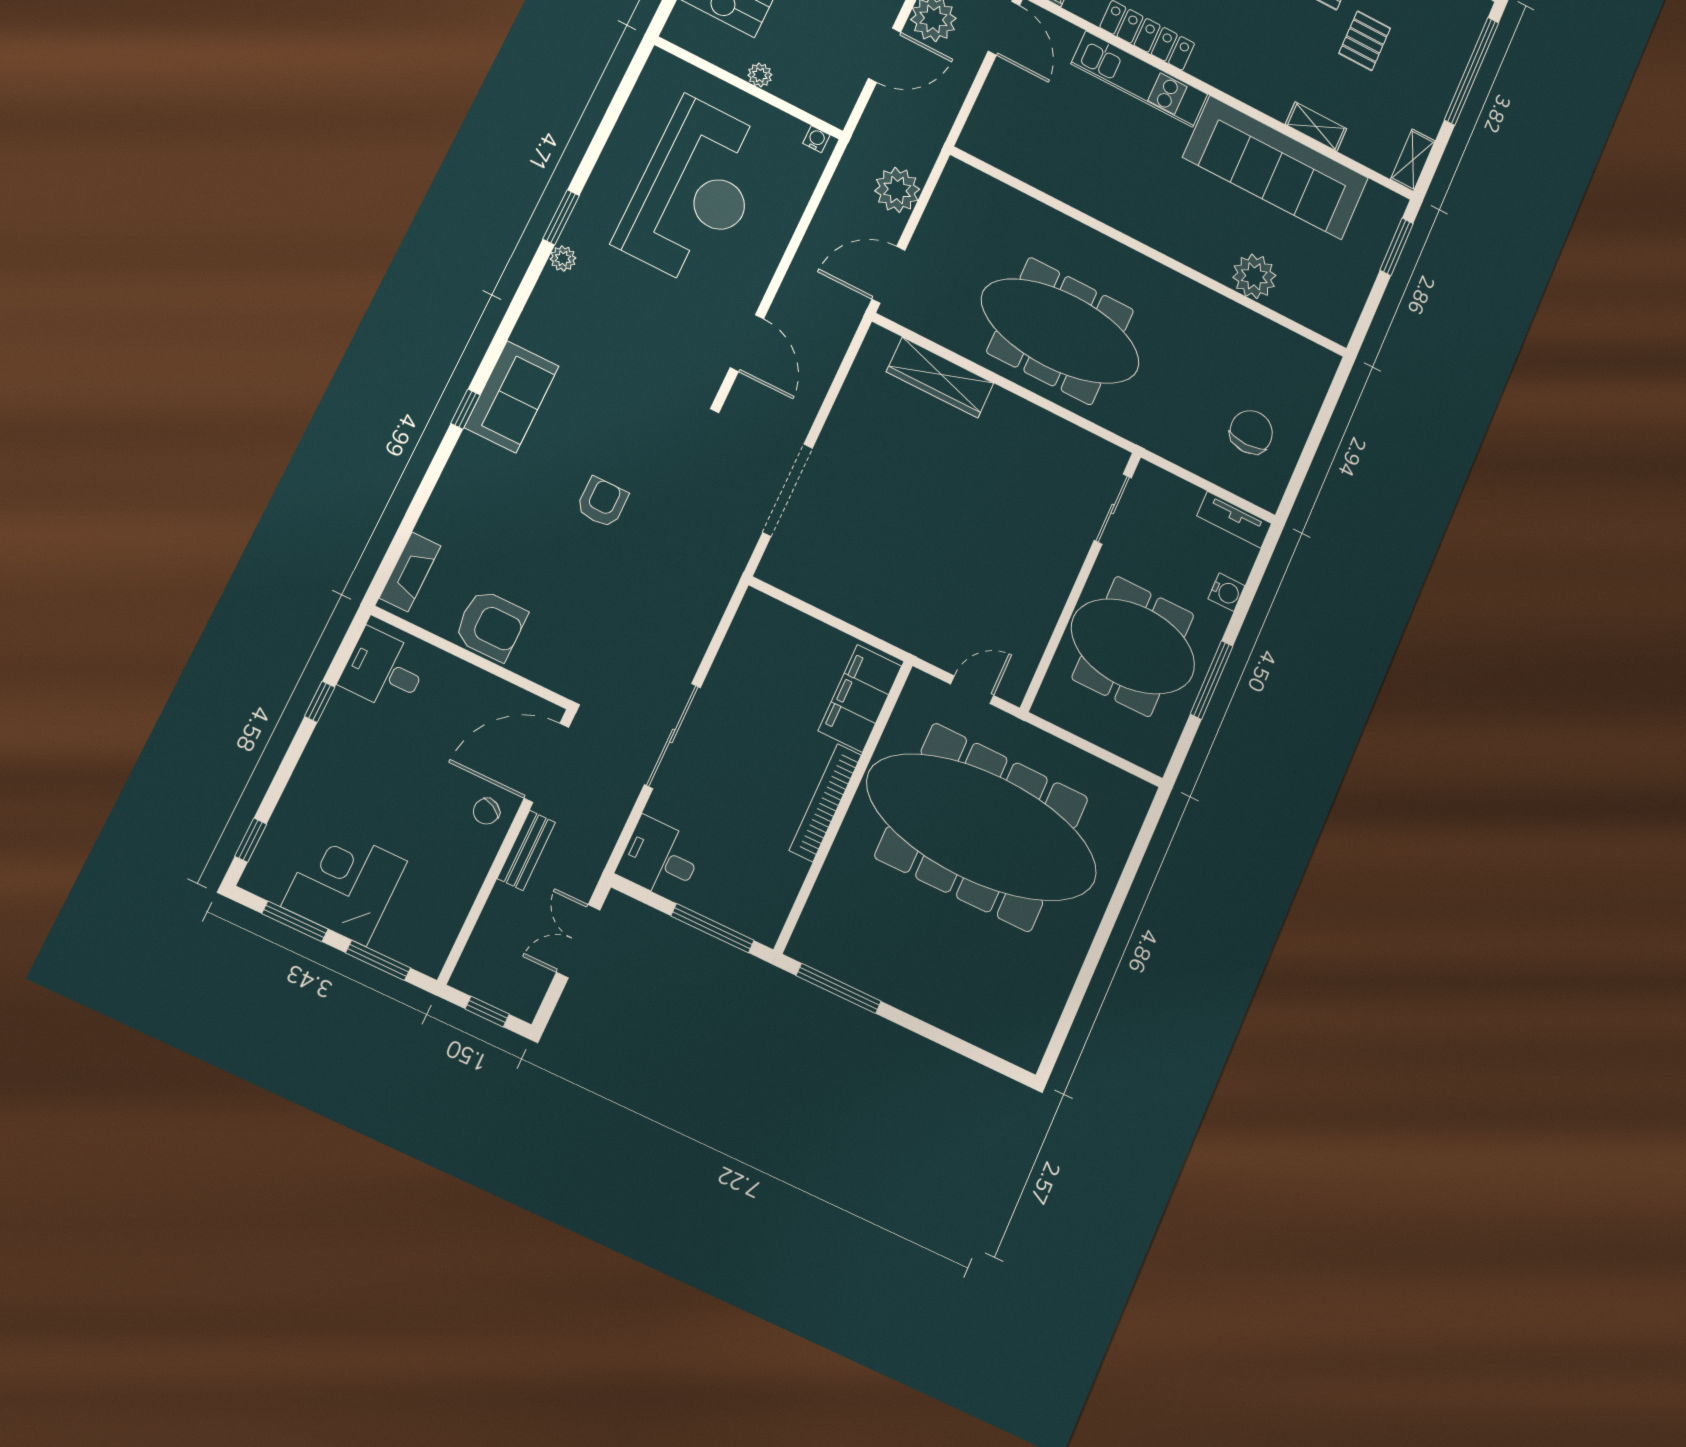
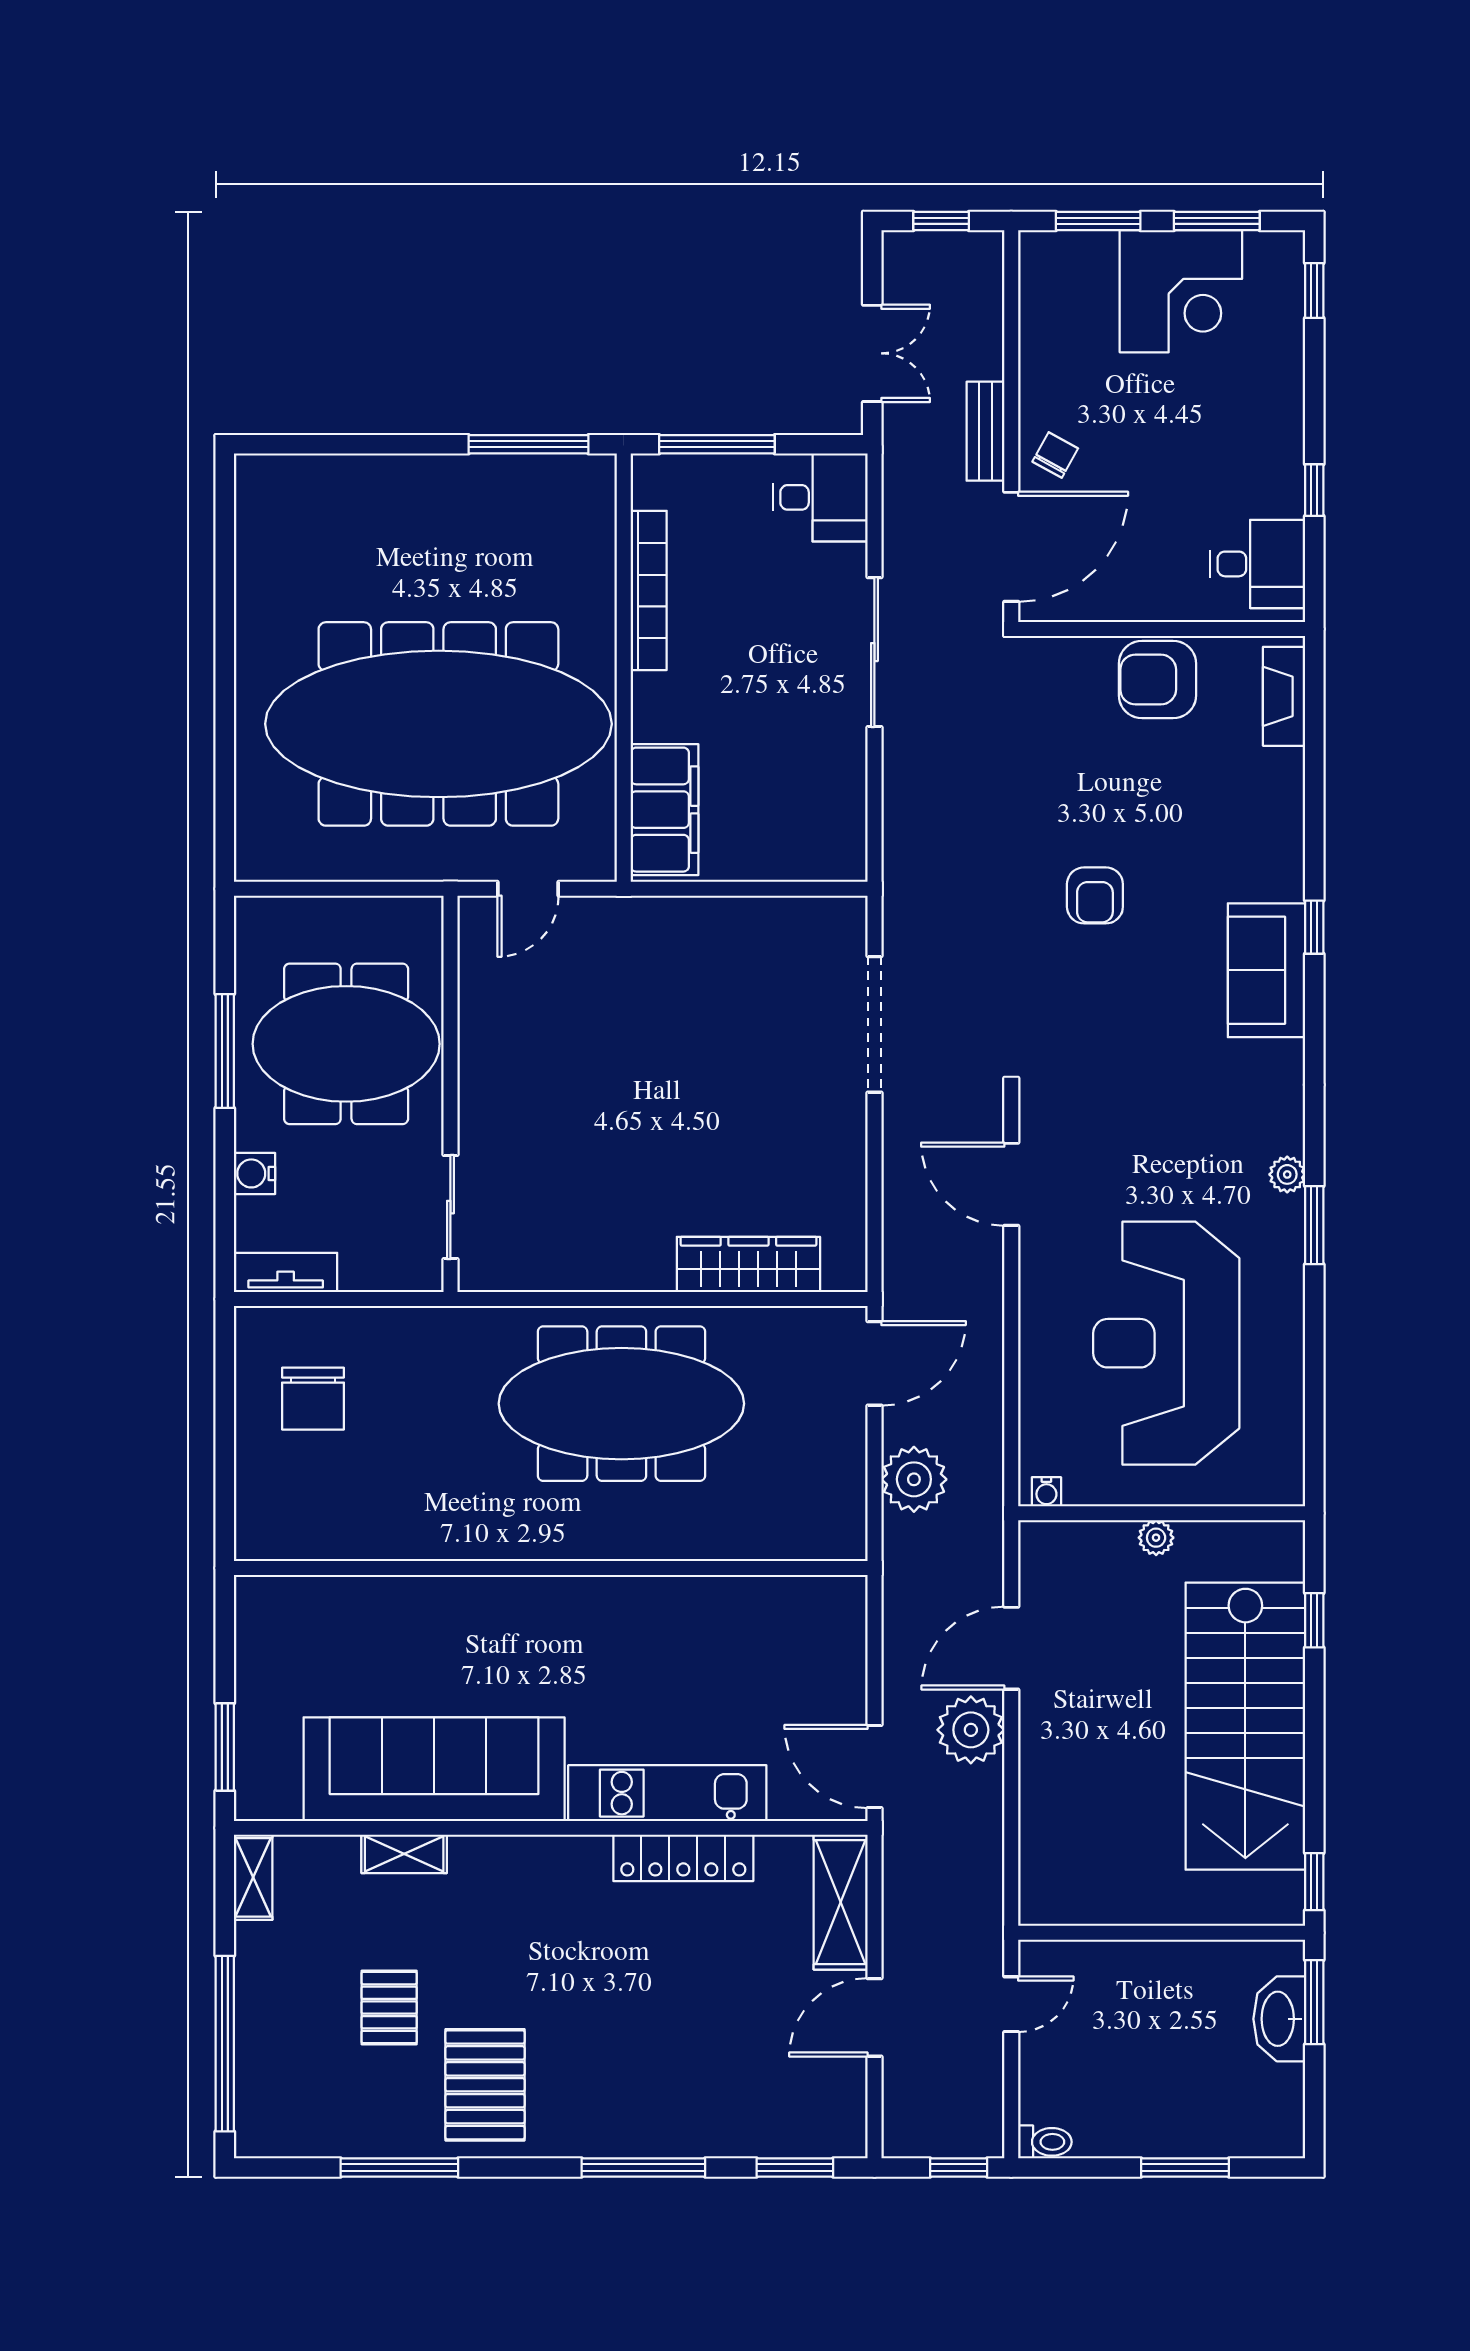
plant: (1254, 276) -> (399, 1608), removed
bookcase: (825, 803) -> (649, 590), moved

